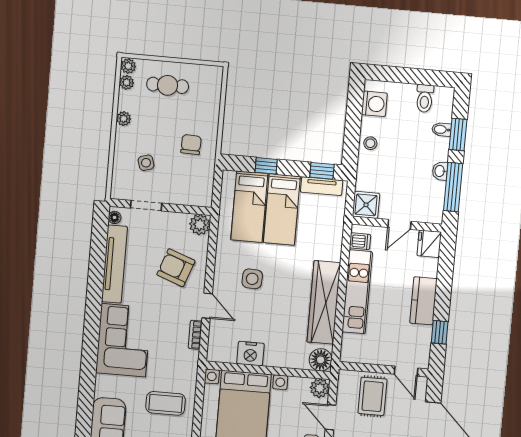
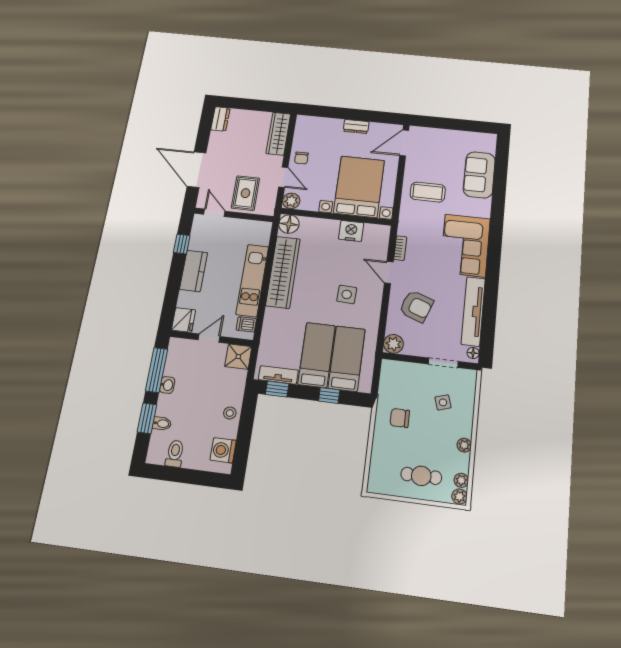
chair: (191, 145) -> (400, 418), turned 88

